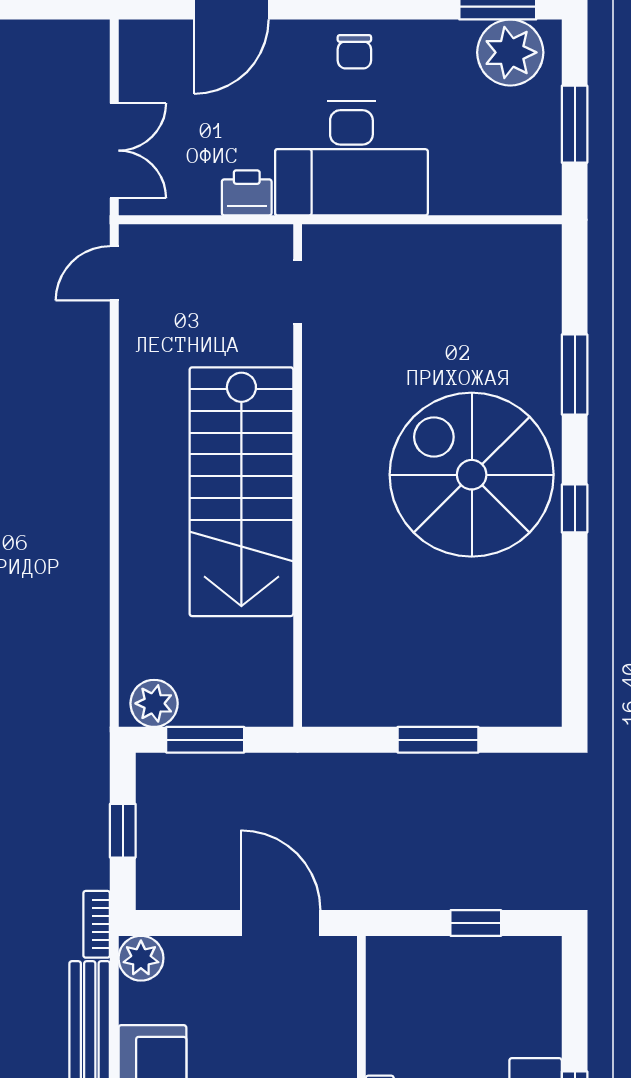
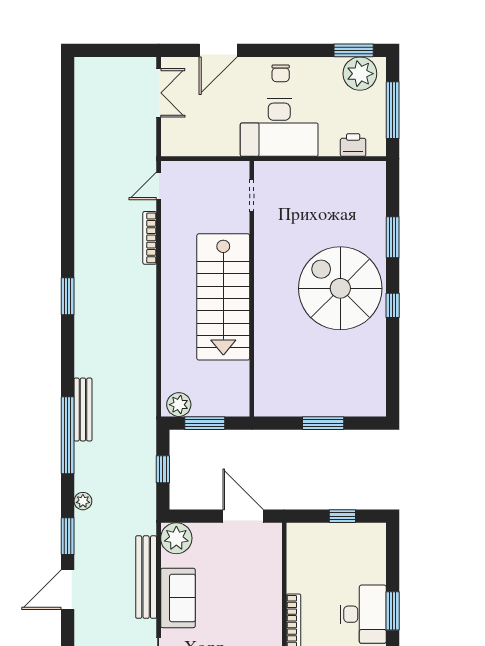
window: (575, 124) -> (393, 110), width x1.44
double door: (114, 151) -> (159, 93), moved
printer: (247, 193) -> (353, 145), moved
bookcase: (97, 924) -> (150, 238), moved, width x1.56
plant: (141, 958) -> (176, 538), width x1.36, depth x1.36

